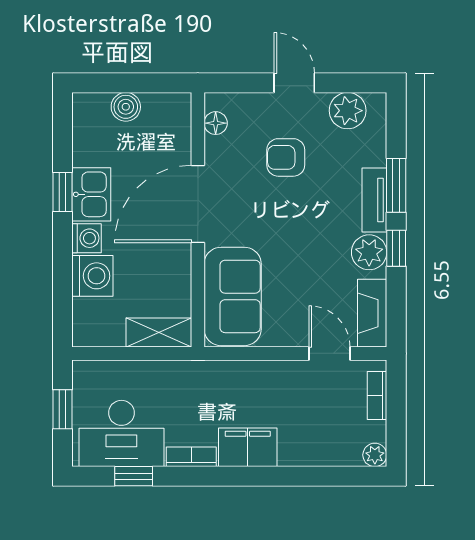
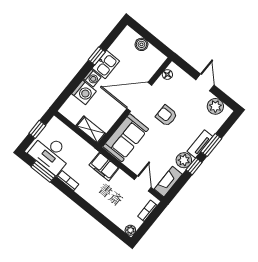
armchair: (286, 157) -> (166, 116), moved
filing cabinet: (248, 447) -> (104, 167), moved, turned 180
window: (134, 476) -> (43, 171), width x1.50

